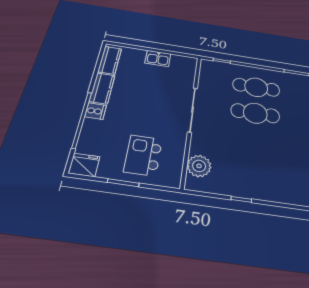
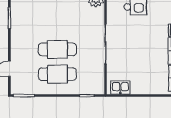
kitchen sink: (158, 58) -> (120, 88), moved

